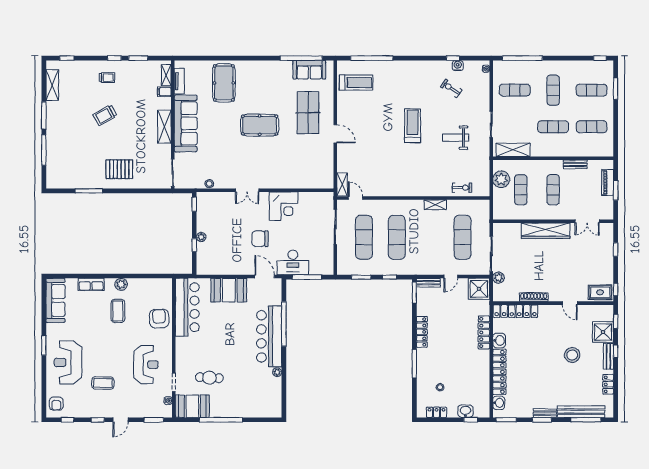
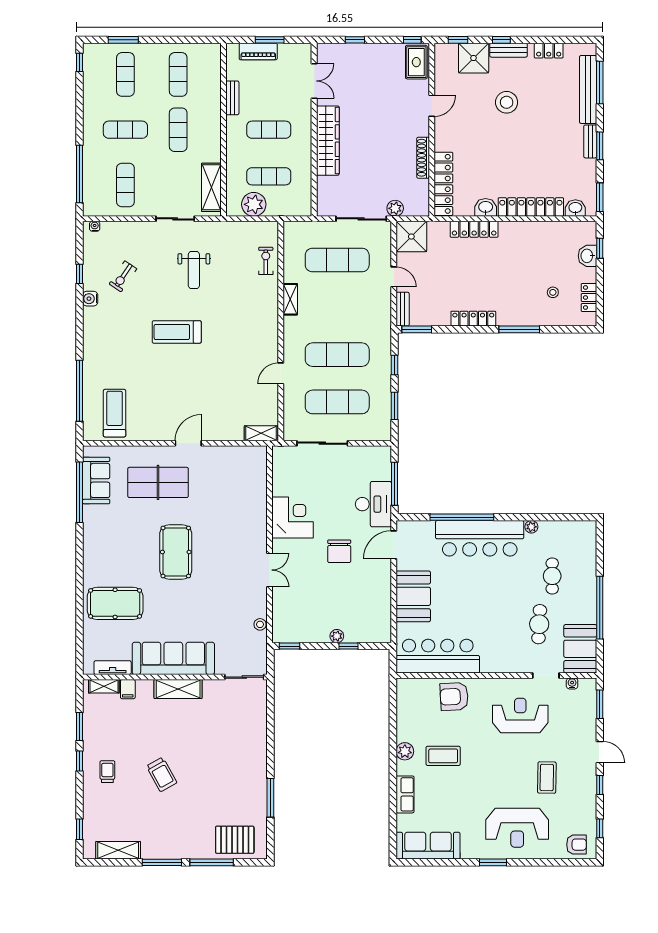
water cooler: (458, 66) -> (90, 299), moved
pallet: (119, 169) -> (235, 840), moved, turned 90
door: (356, 198) -> (281, 373), moved
cafe table: (243, 387) -> (552, 576), added

